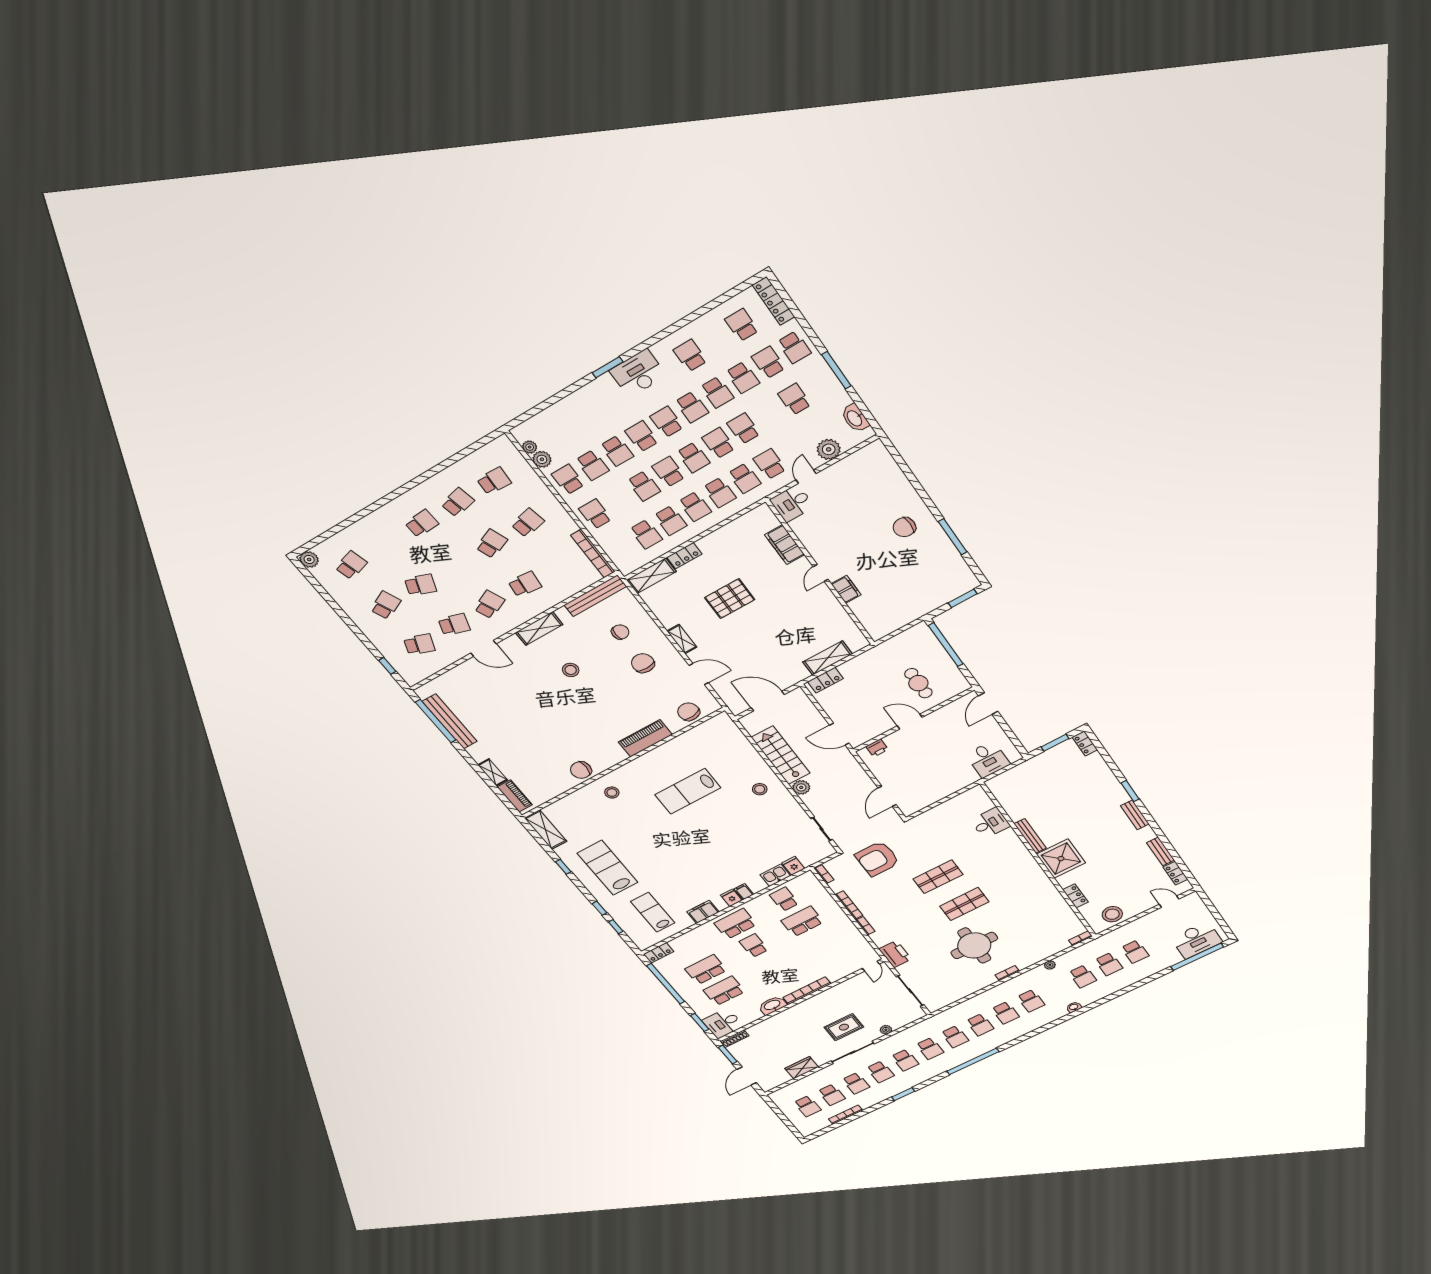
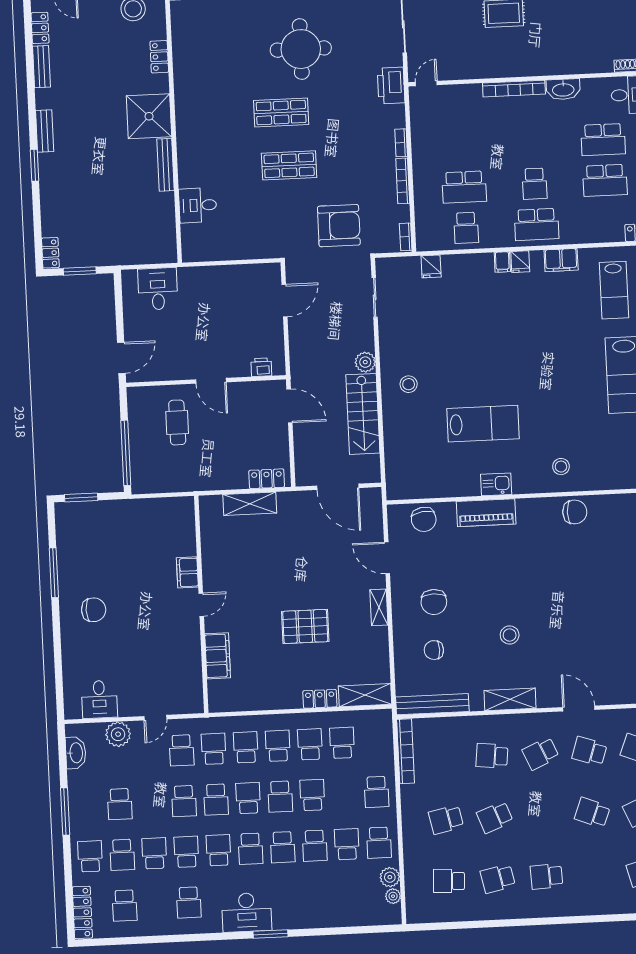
school desk: (617, 451) -> (315, 846), turned 180
desk: (792, 503) -> (99, 699), moved, turned 90
kitchen sink: (775, 875) -> (496, 484), moved, turned 180

